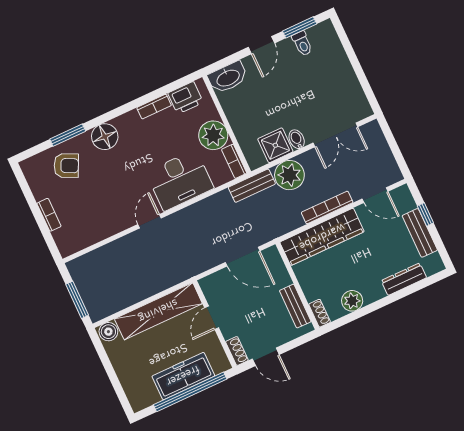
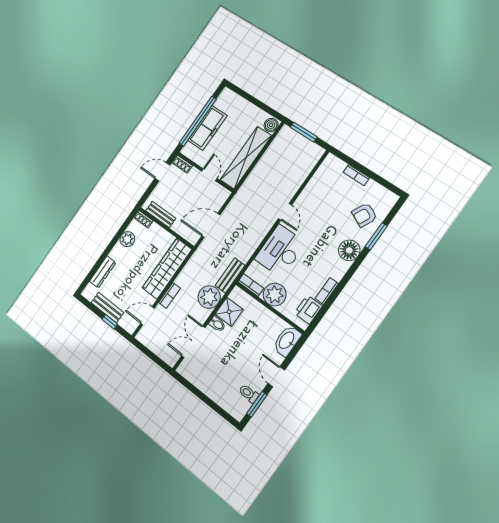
bookcase: (327, 207) -> (170, 295), width x0.64

